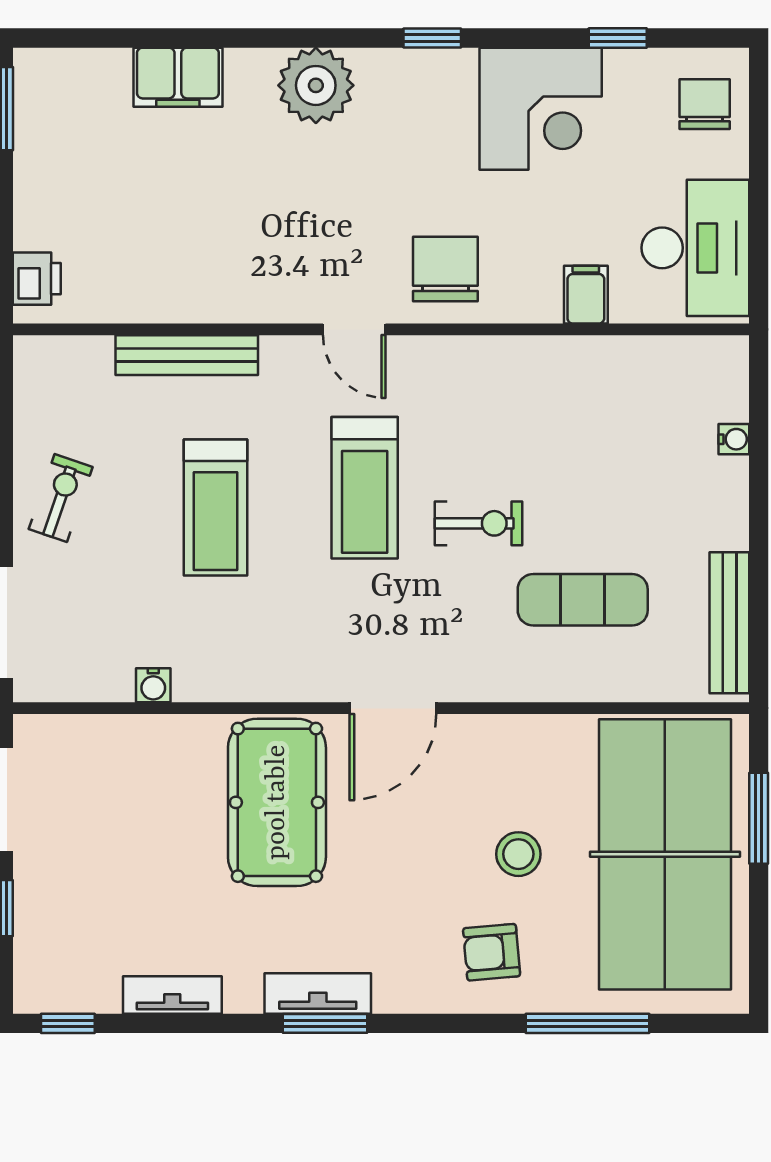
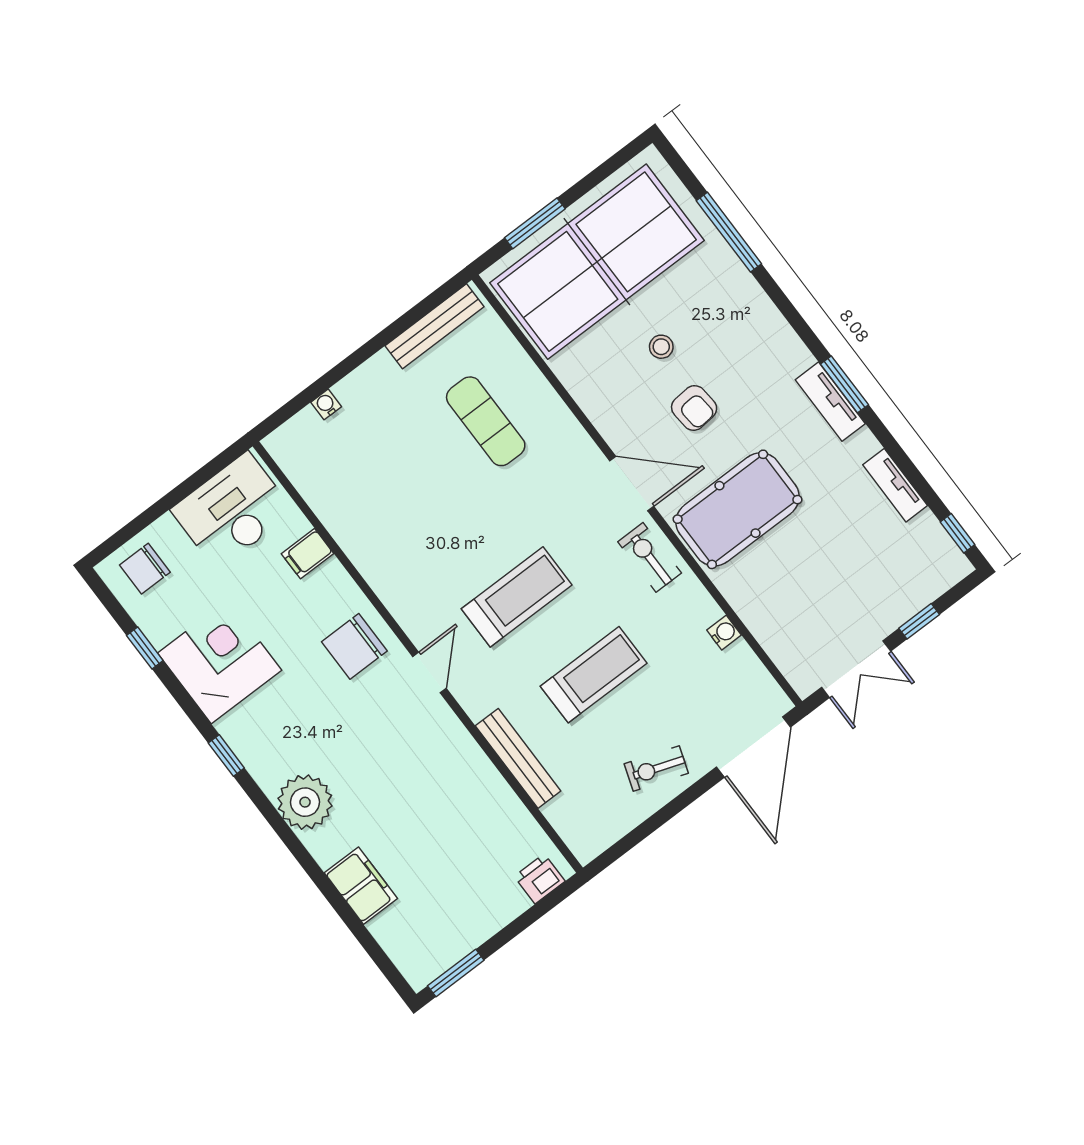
exercise bike: (479, 523) -> (650, 557), moved
stool: (518, 854) -> (661, 347), width x0.73, depth x0.73
armchair: (492, 952) -> (694, 408), moved

